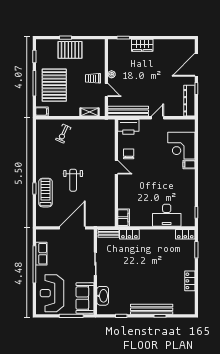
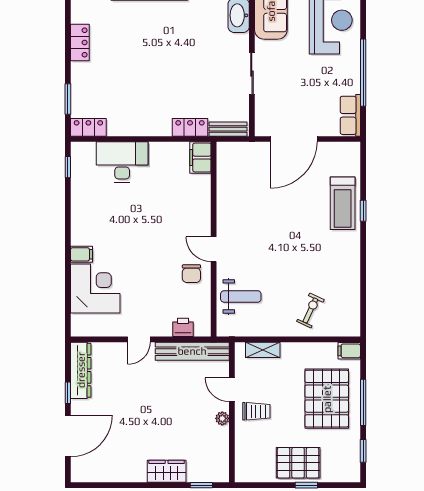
printer: (128, 127) -> (183, 327), width x0.53, depth x0.68
weight bench: (73, 180) -> (241, 296), moved, turned 90
row of seats: (41, 254) -> (350, 115), moved

